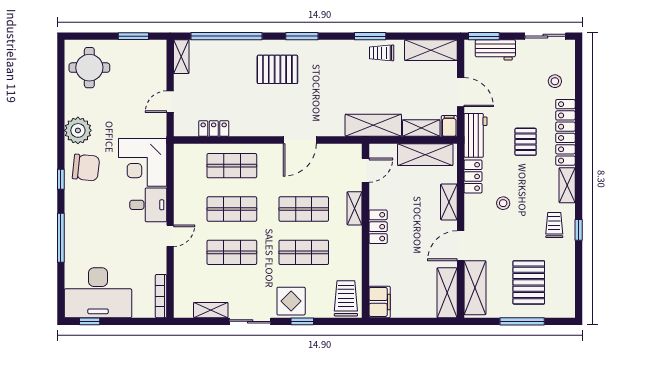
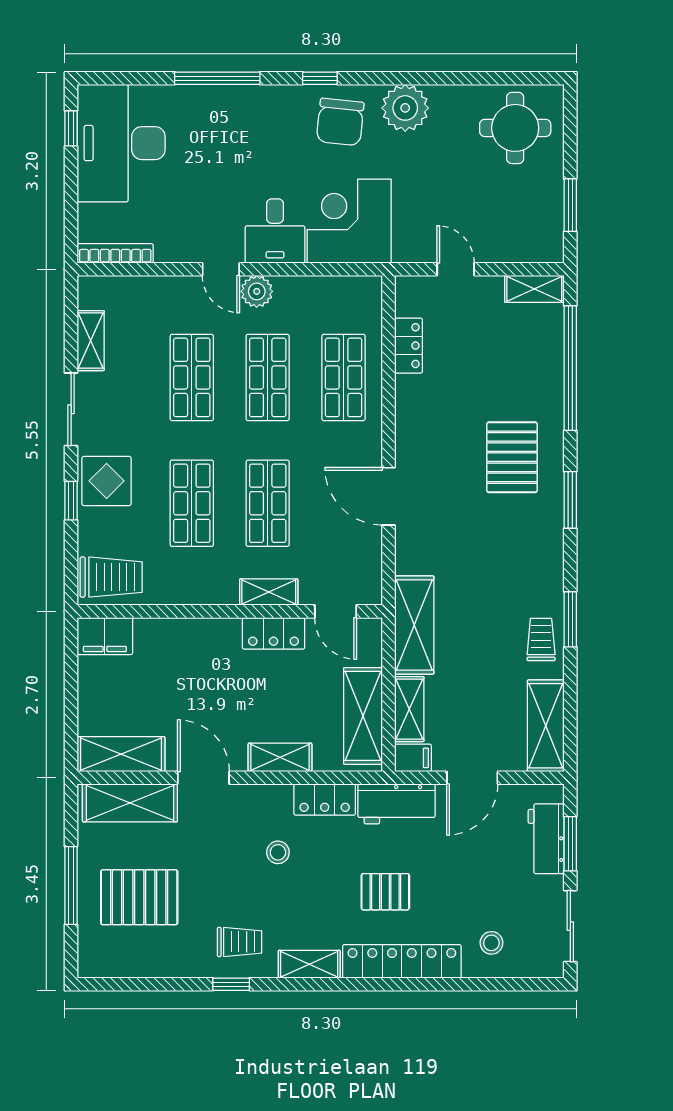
window: (484, 36) -> (570, 844), moved
plant: (183, 215) -> (257, 291), added
locker: (378, 227) -> (274, 633), moved

